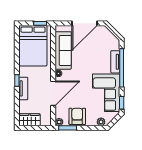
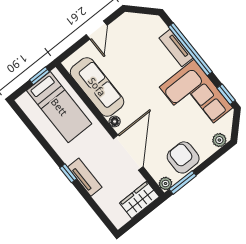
door: (85, 23) -> (97, 30), width x0.53
bed: (33, 46) -> (59, 107), width x0.67
wardrobe: (30, 120) -> (139, 200), moved

